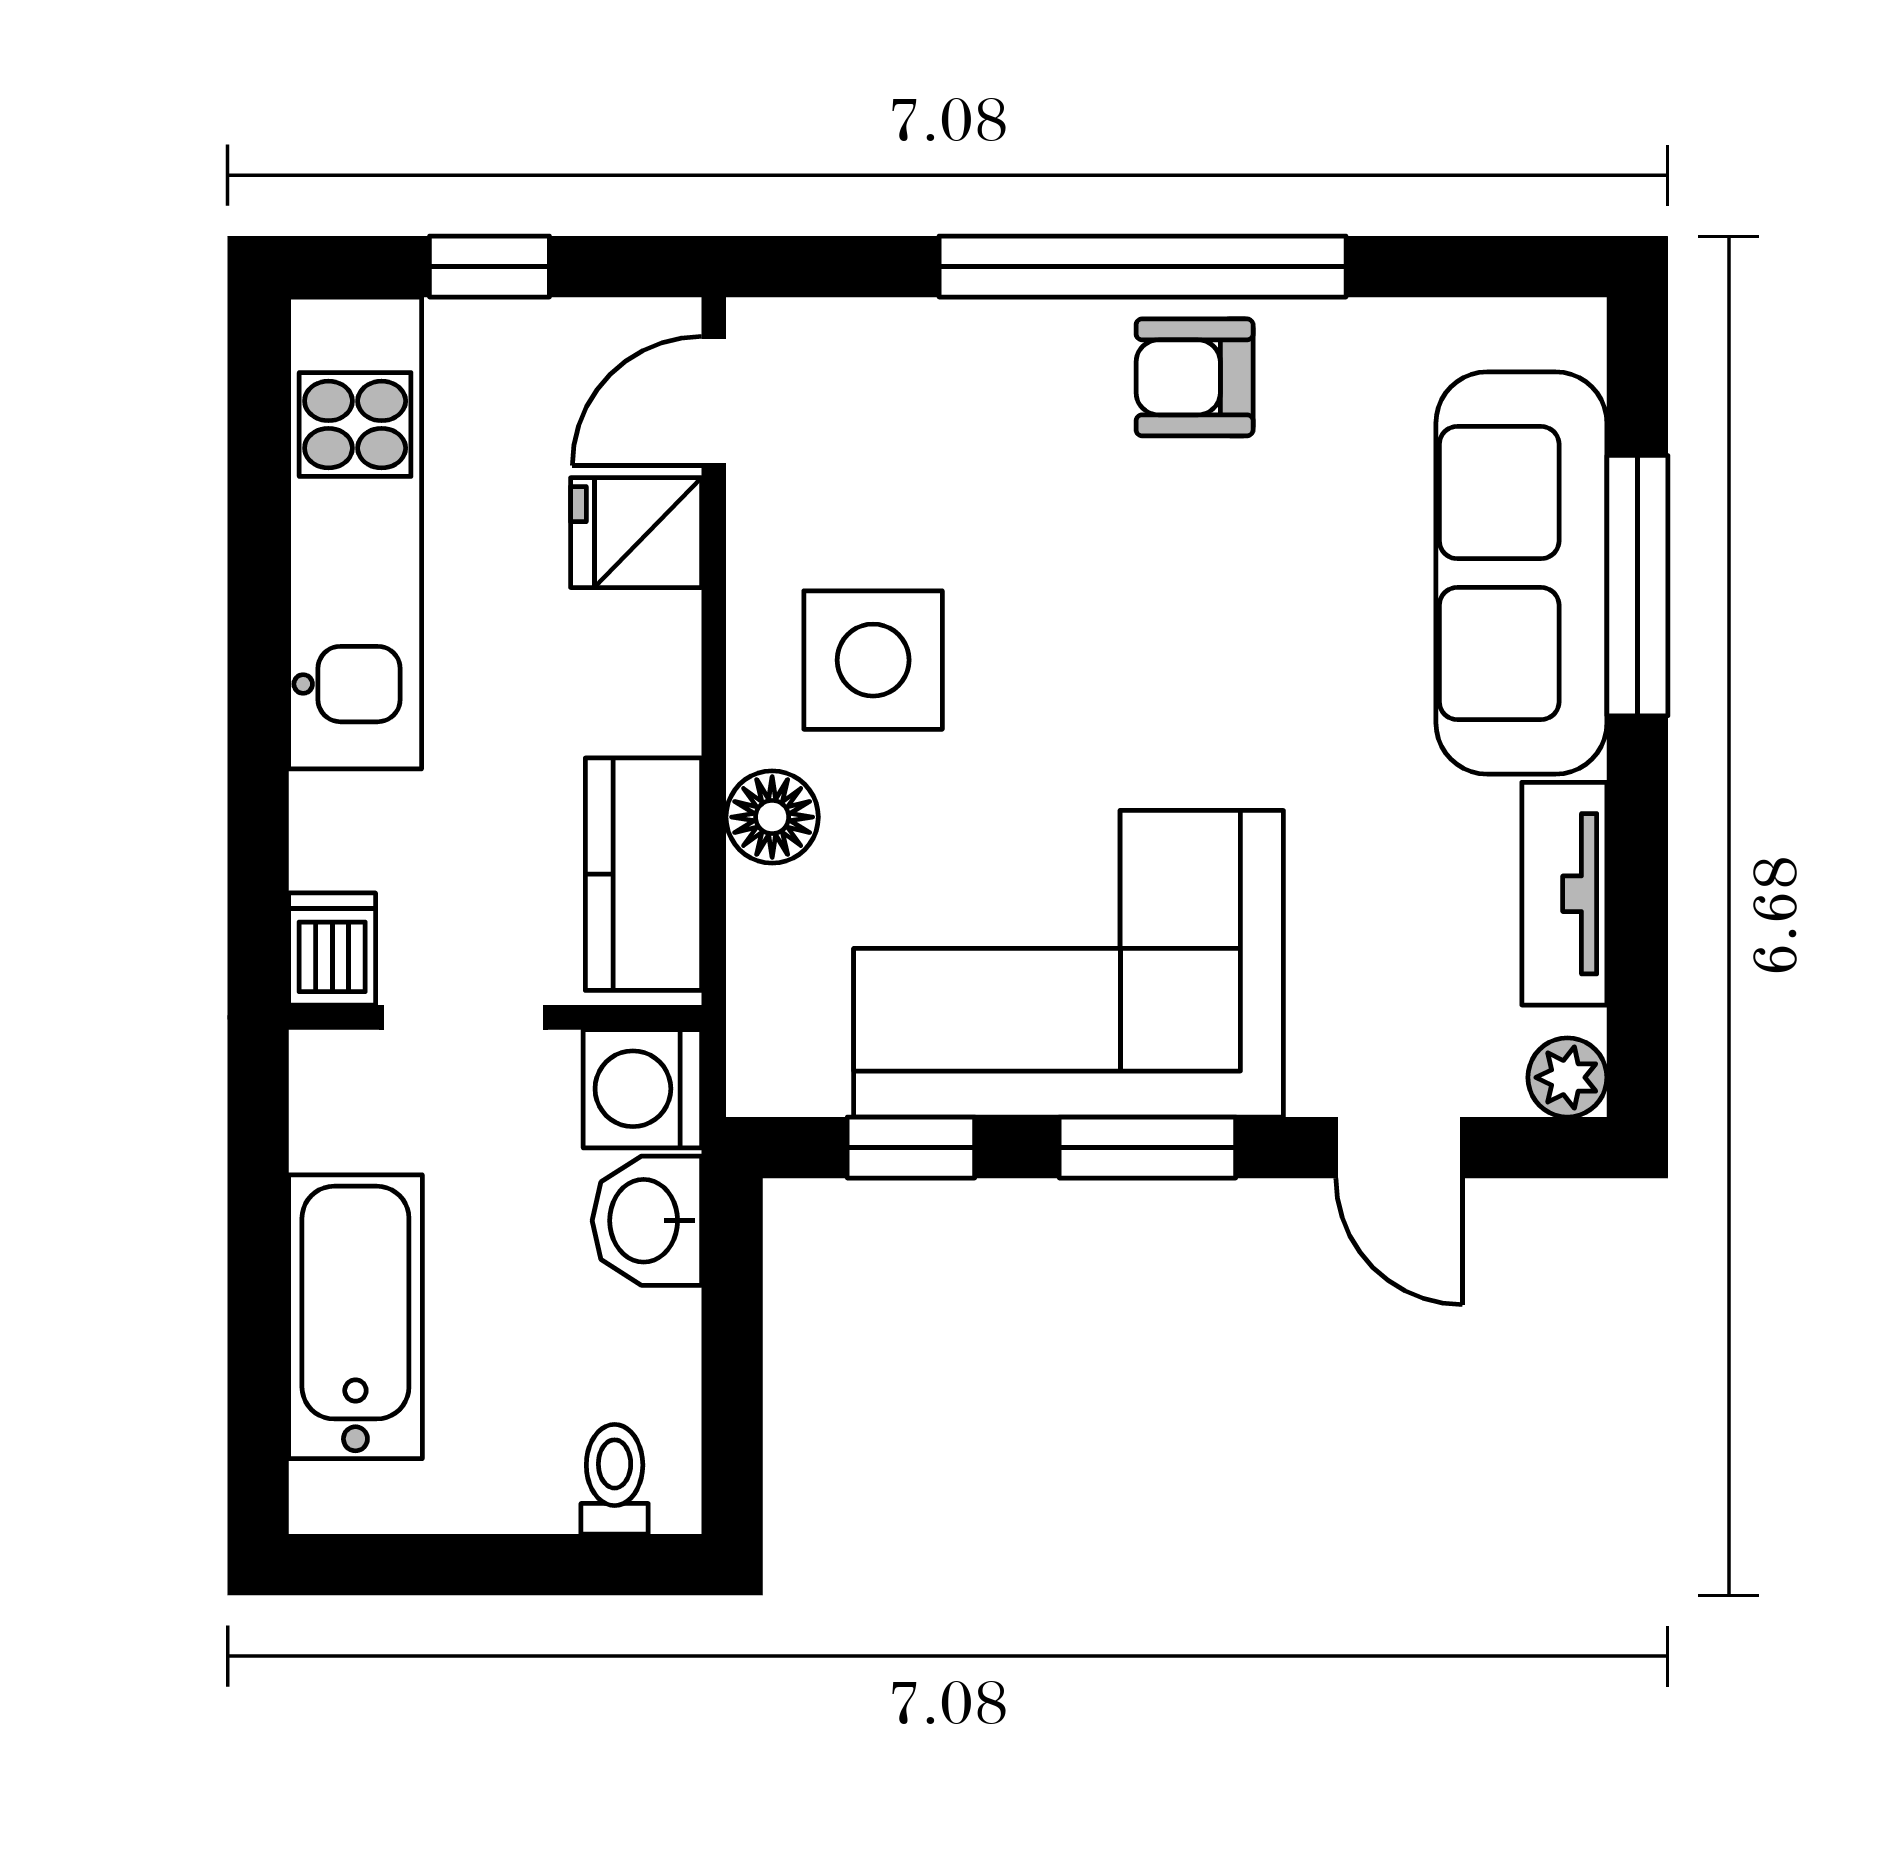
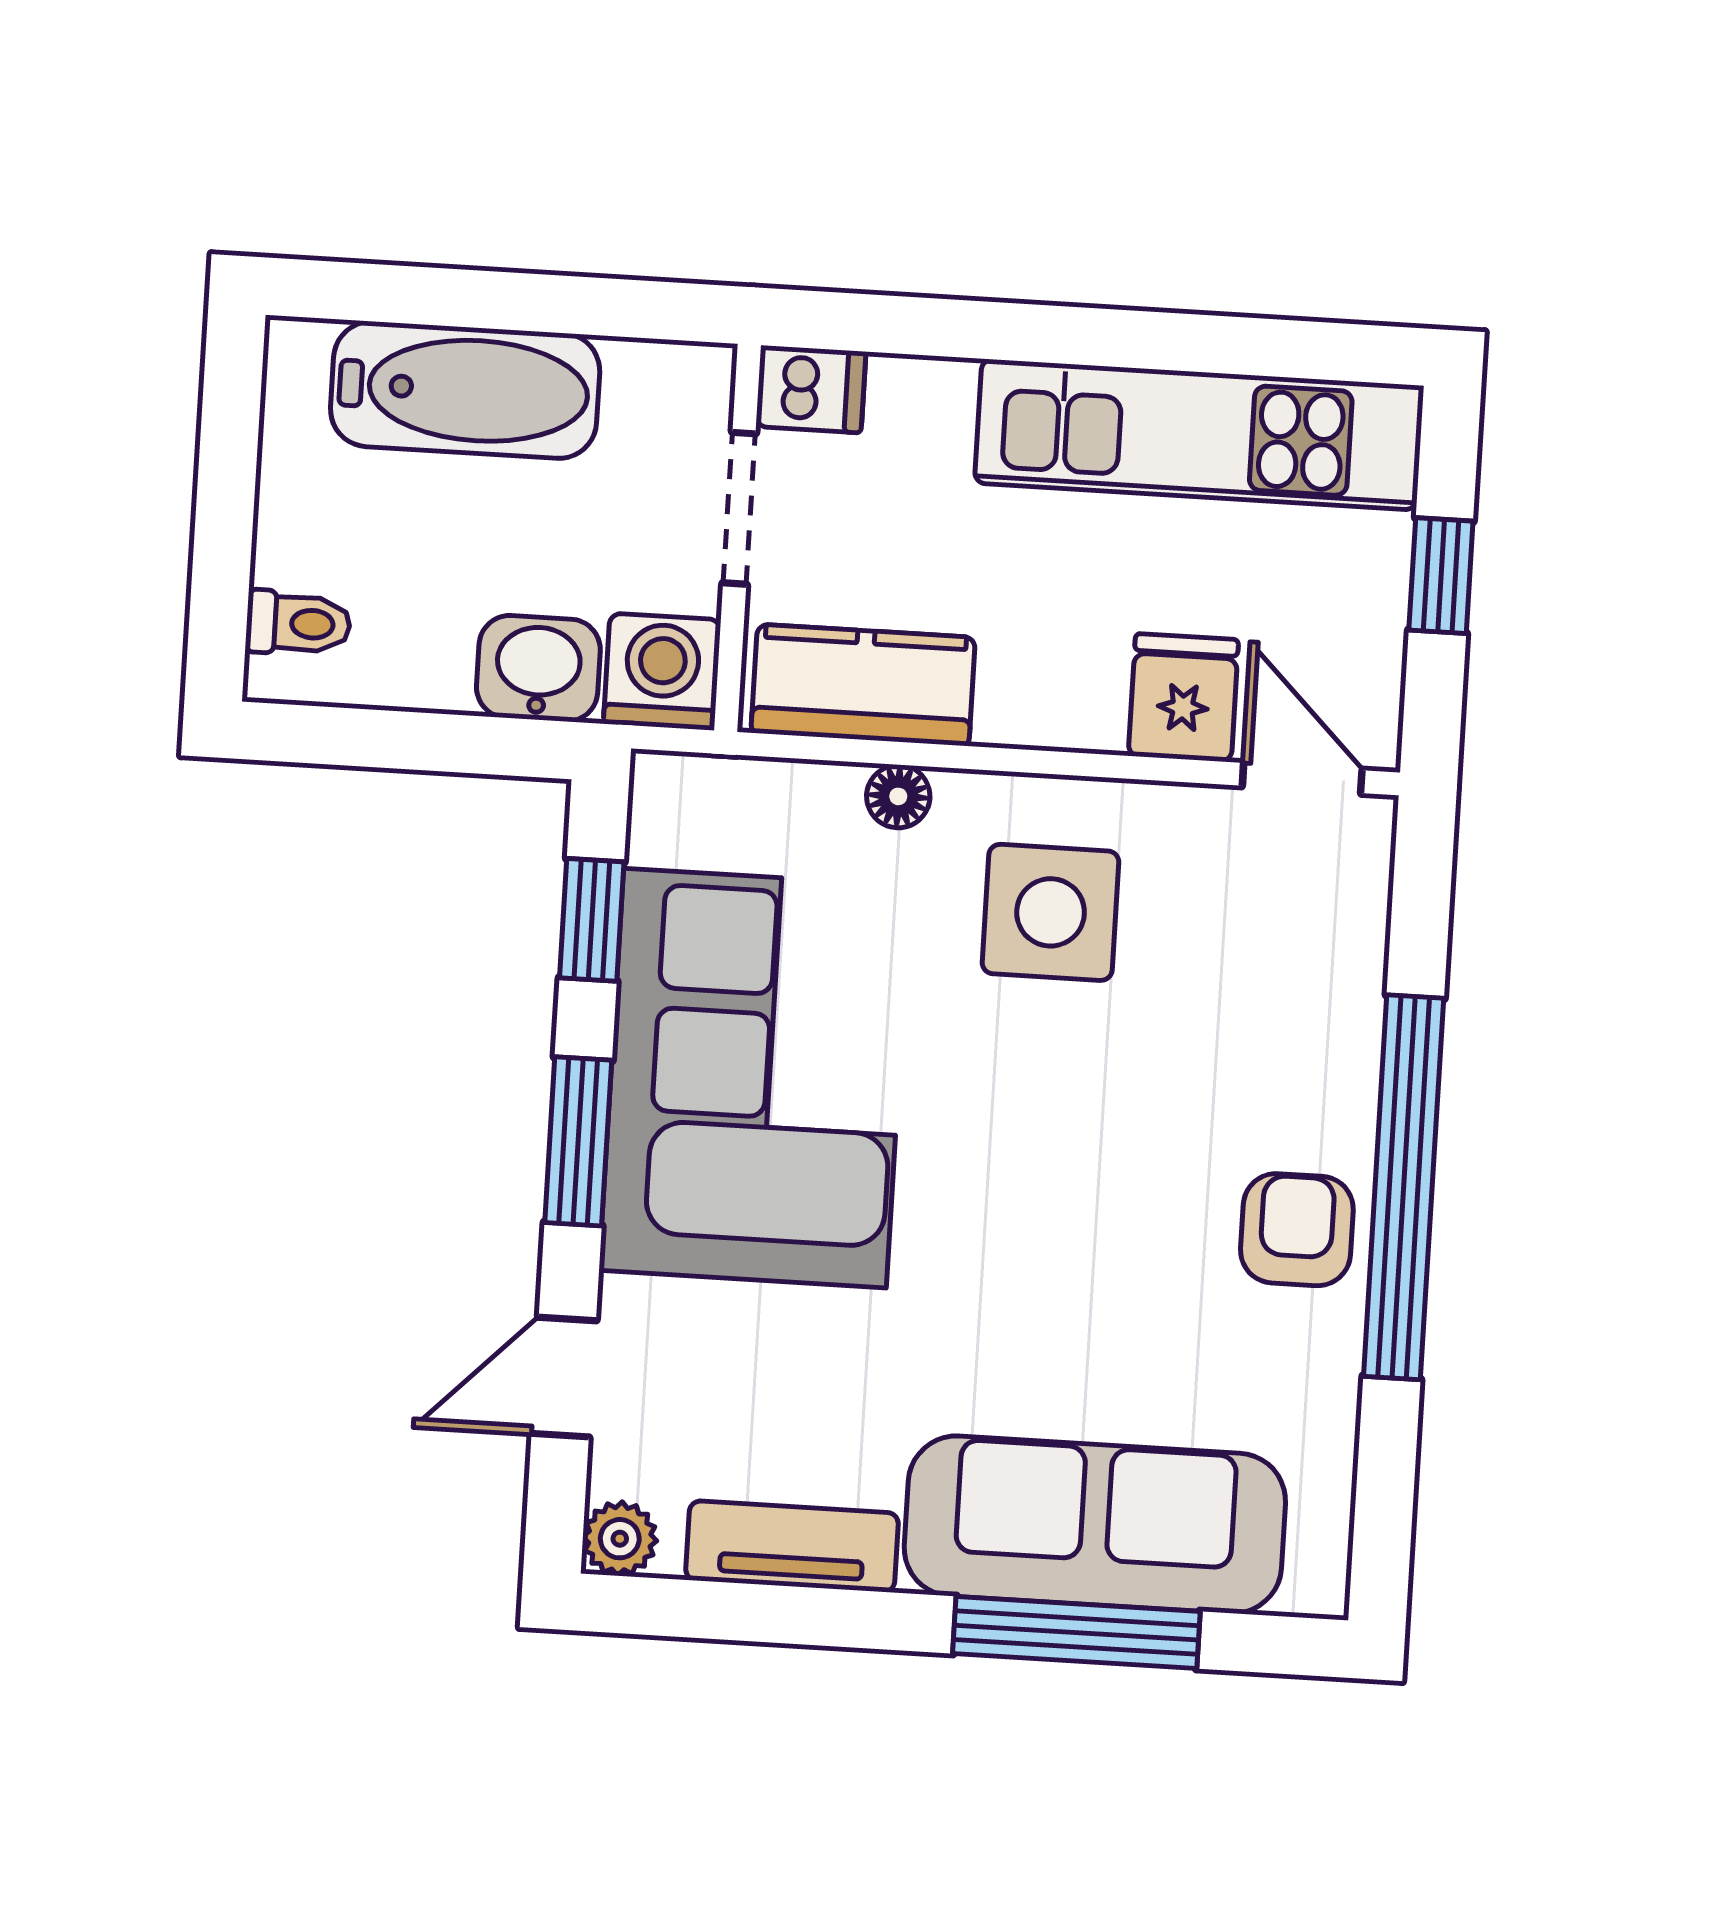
floor lamp: (772, 817) -> (898, 796), width x0.73, depth x0.73

